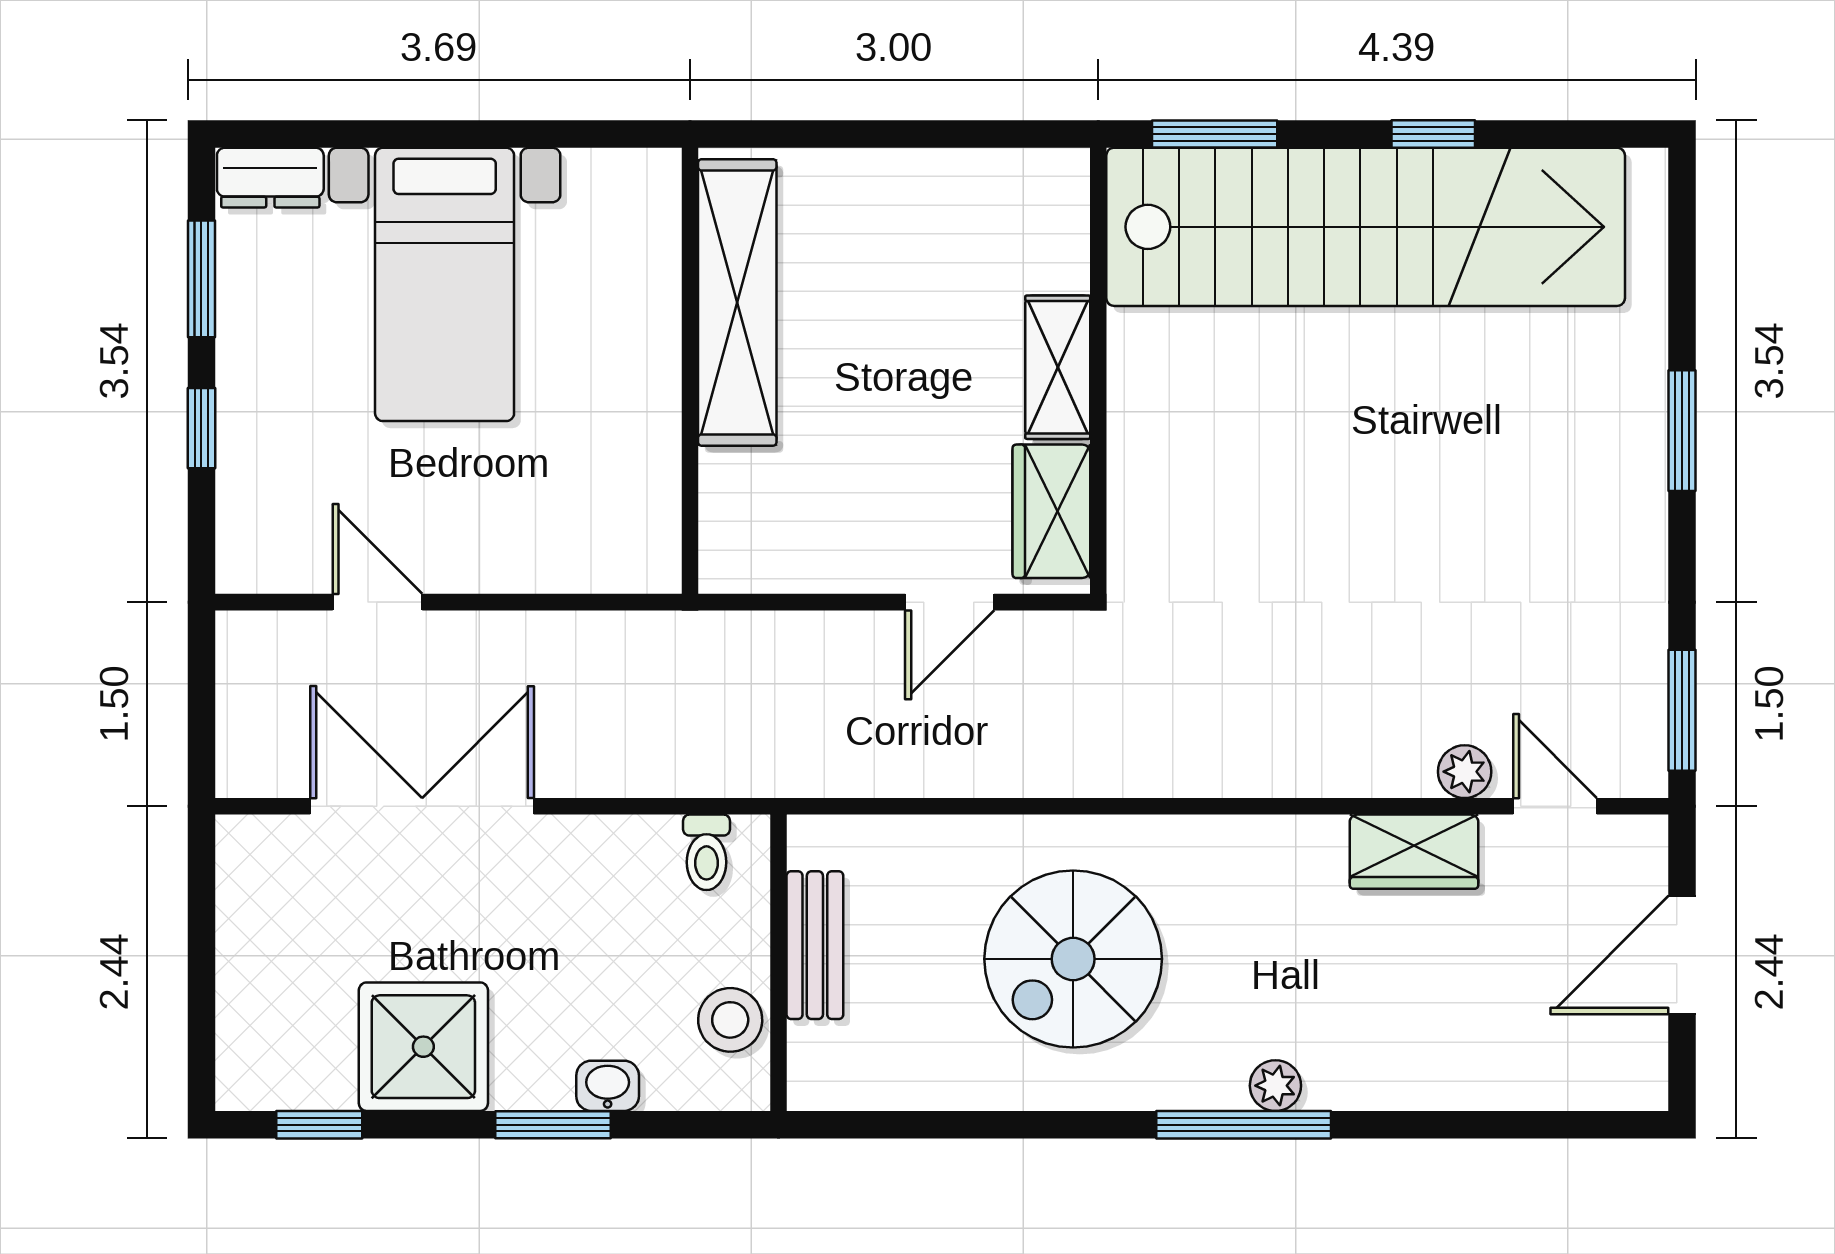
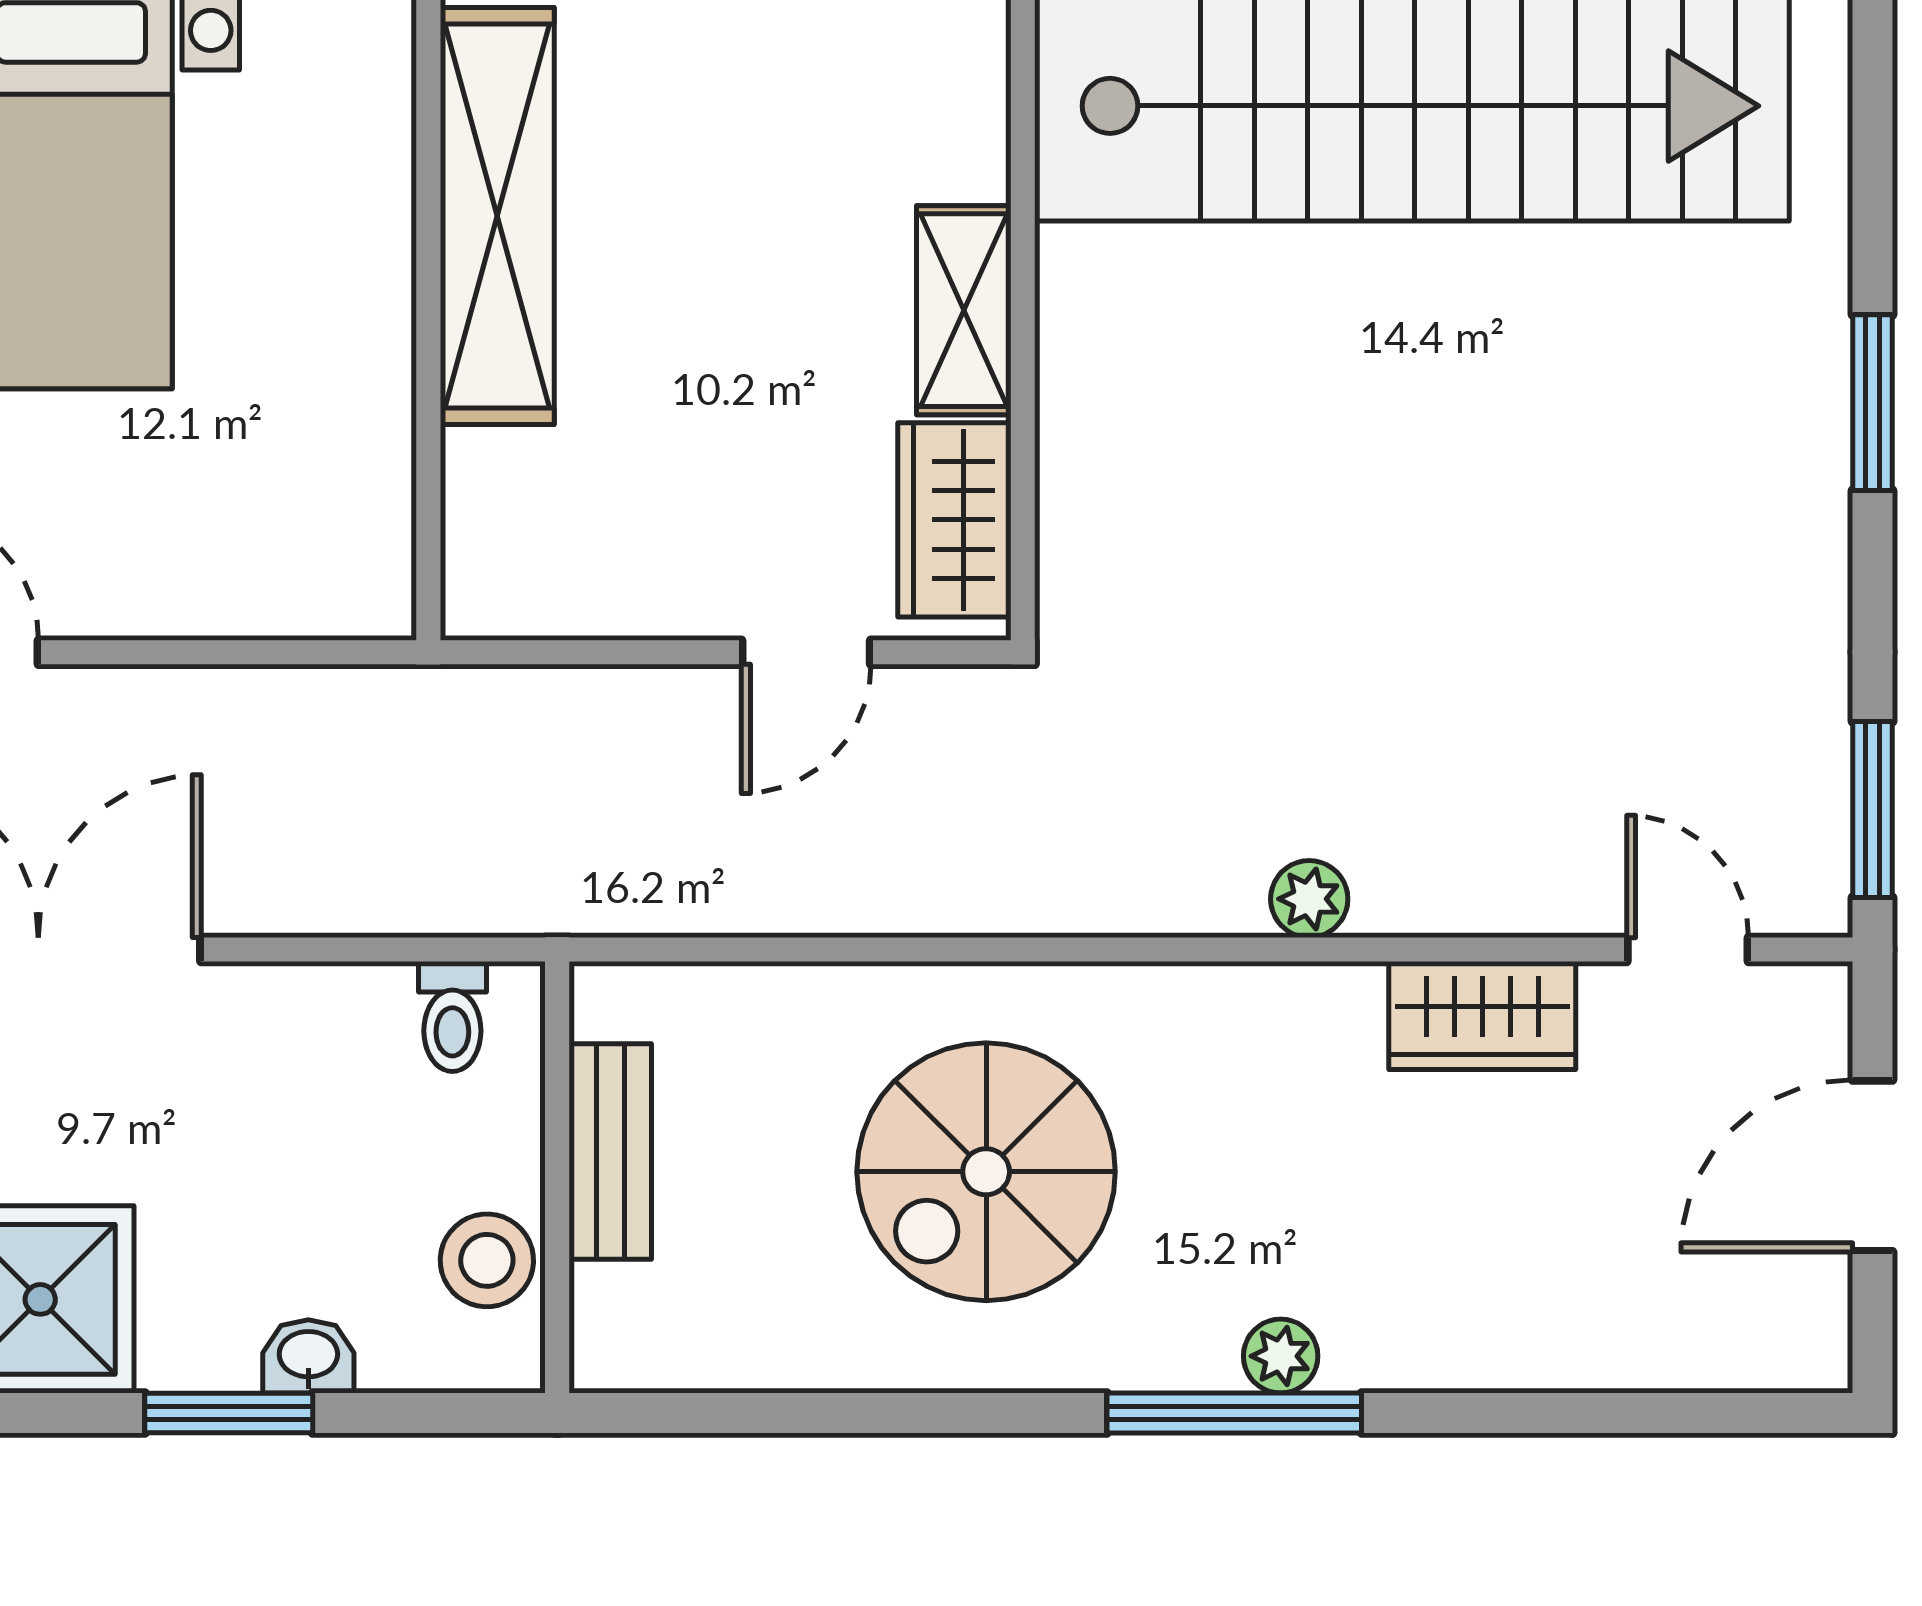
plant: (1465, 772) -> (1309, 899), moved

